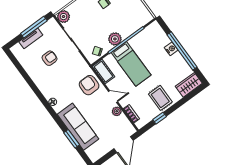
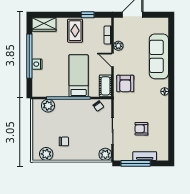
plant: (115, 39) -> (48, 106), moved
window: (72, 139) -> (171, 50), removed

